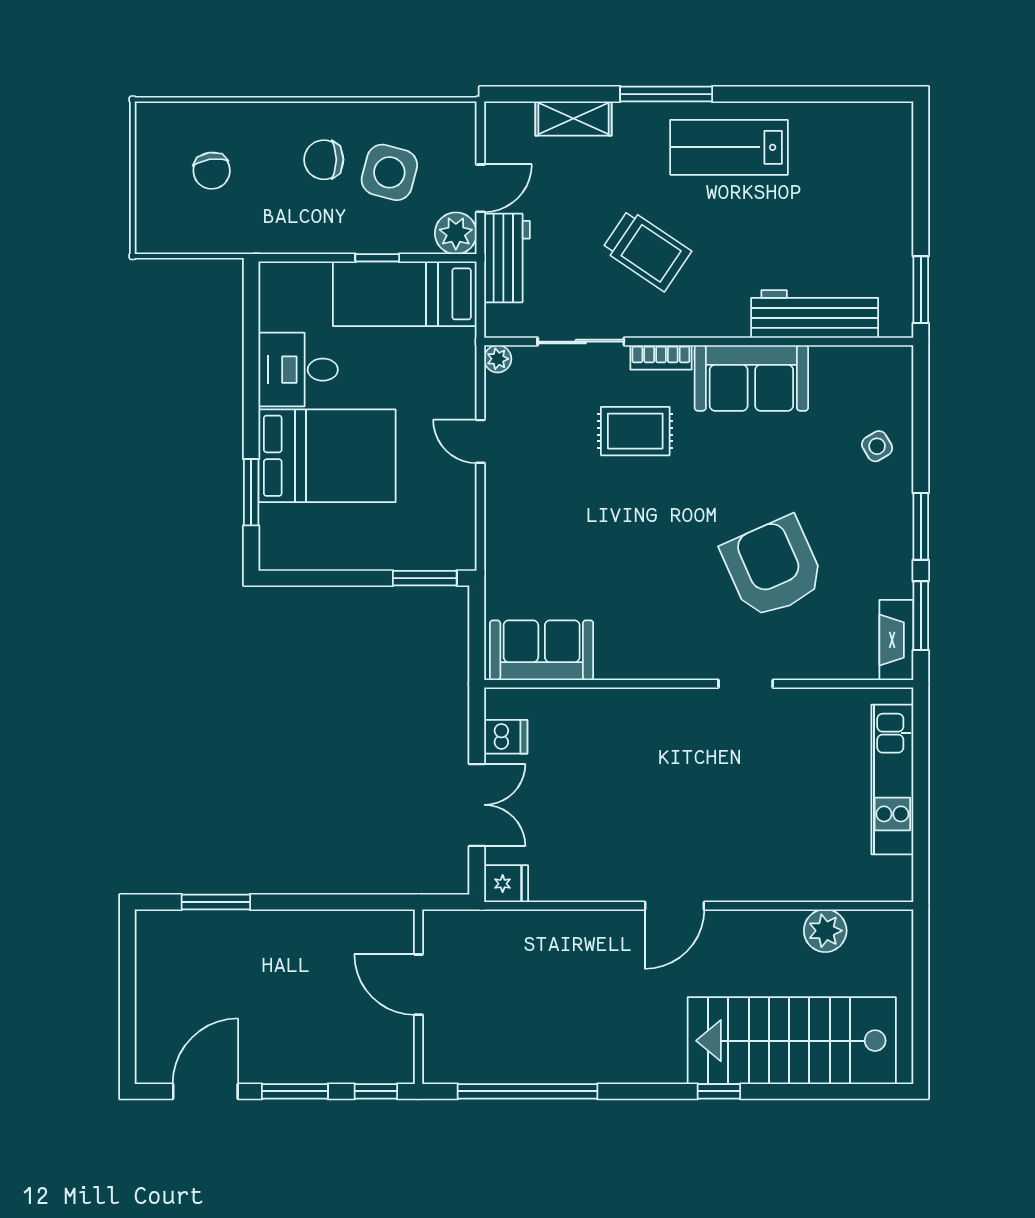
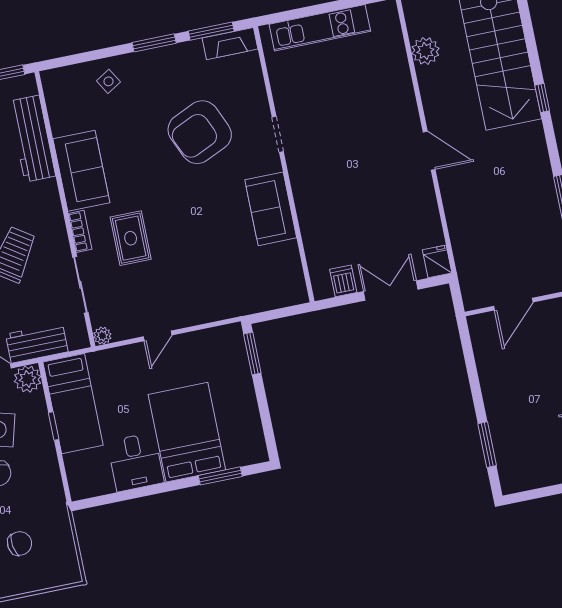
sofa: (542, 650) -> (271, 209), moved

